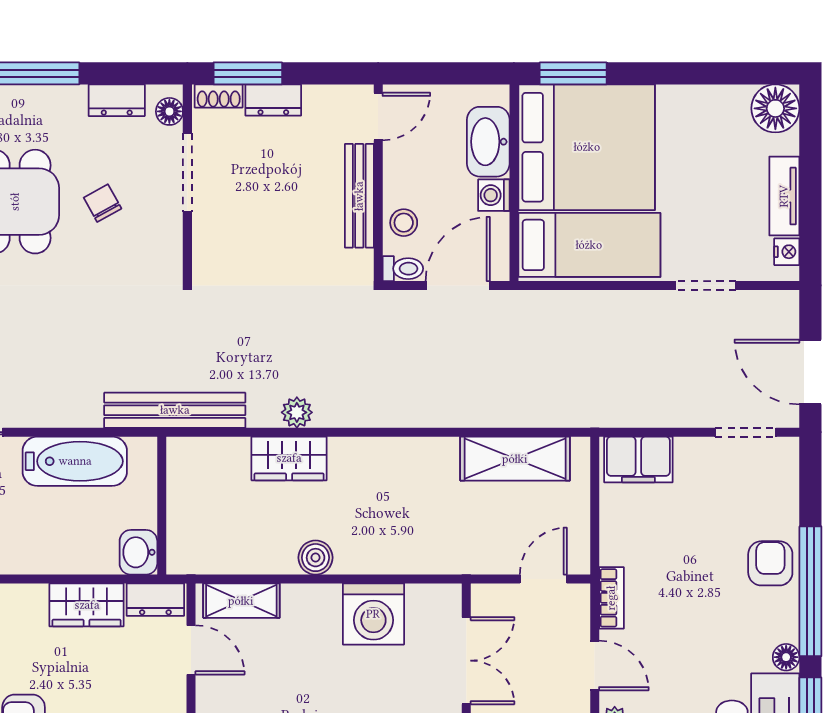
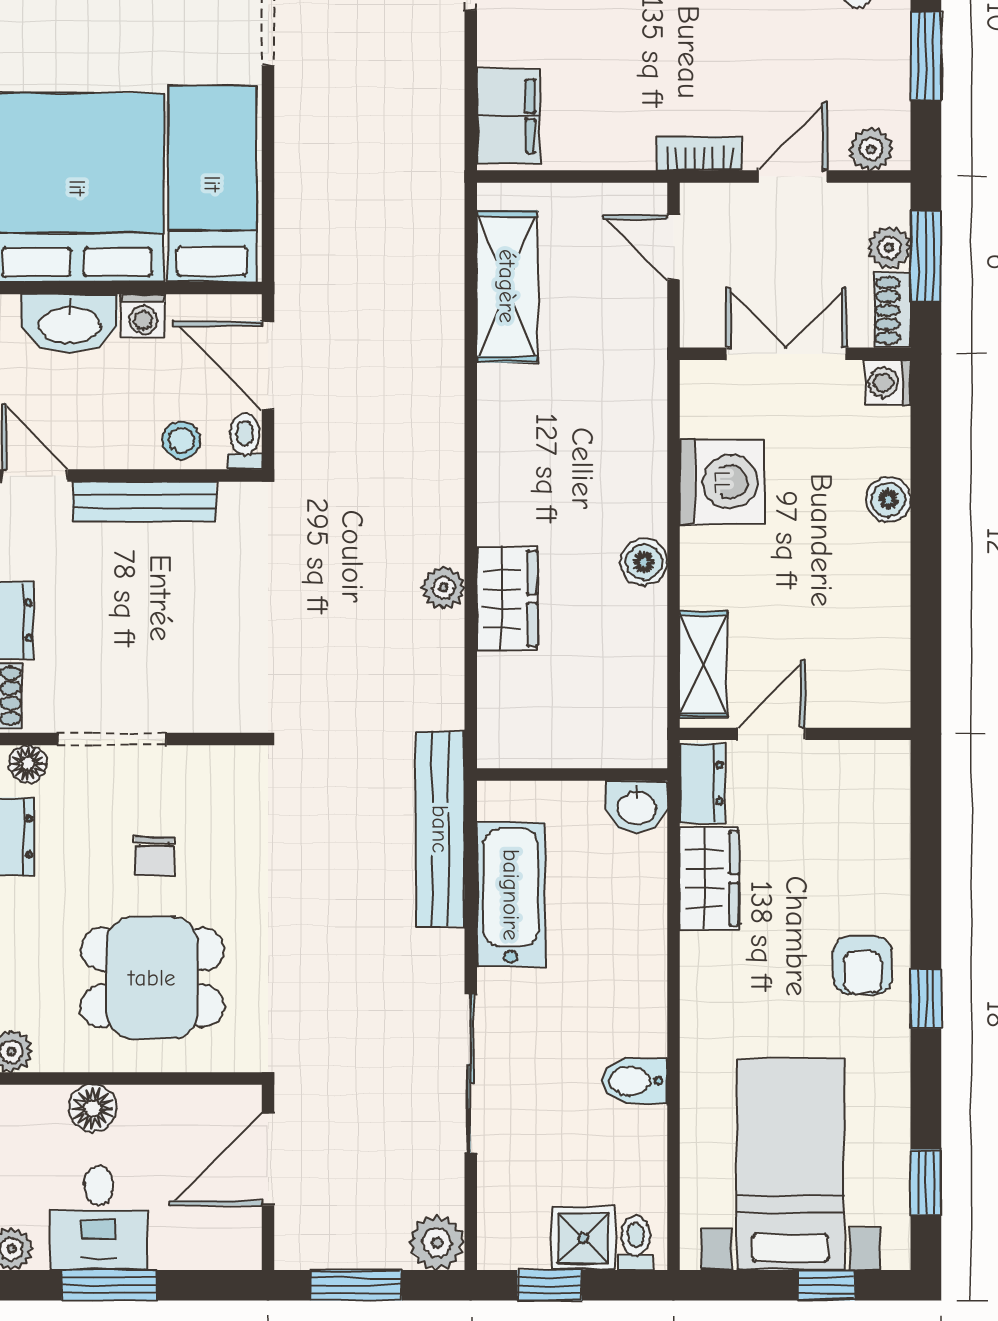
chair: (103, 203) -> (154, 856), turned -61
bench: (175, 410) -> (440, 829), moved

